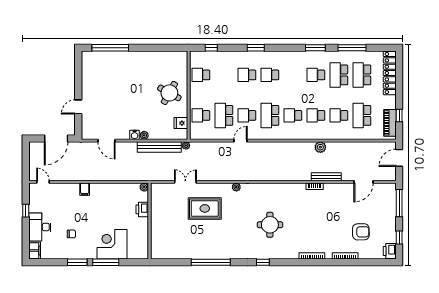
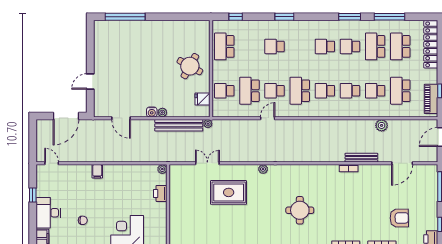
school desk: (201, 75) -> (224, 46), width x1.85
school desk: (270, 75) -> (325, 46), moved
plant: (320, 147) -> (382, 125), moved

